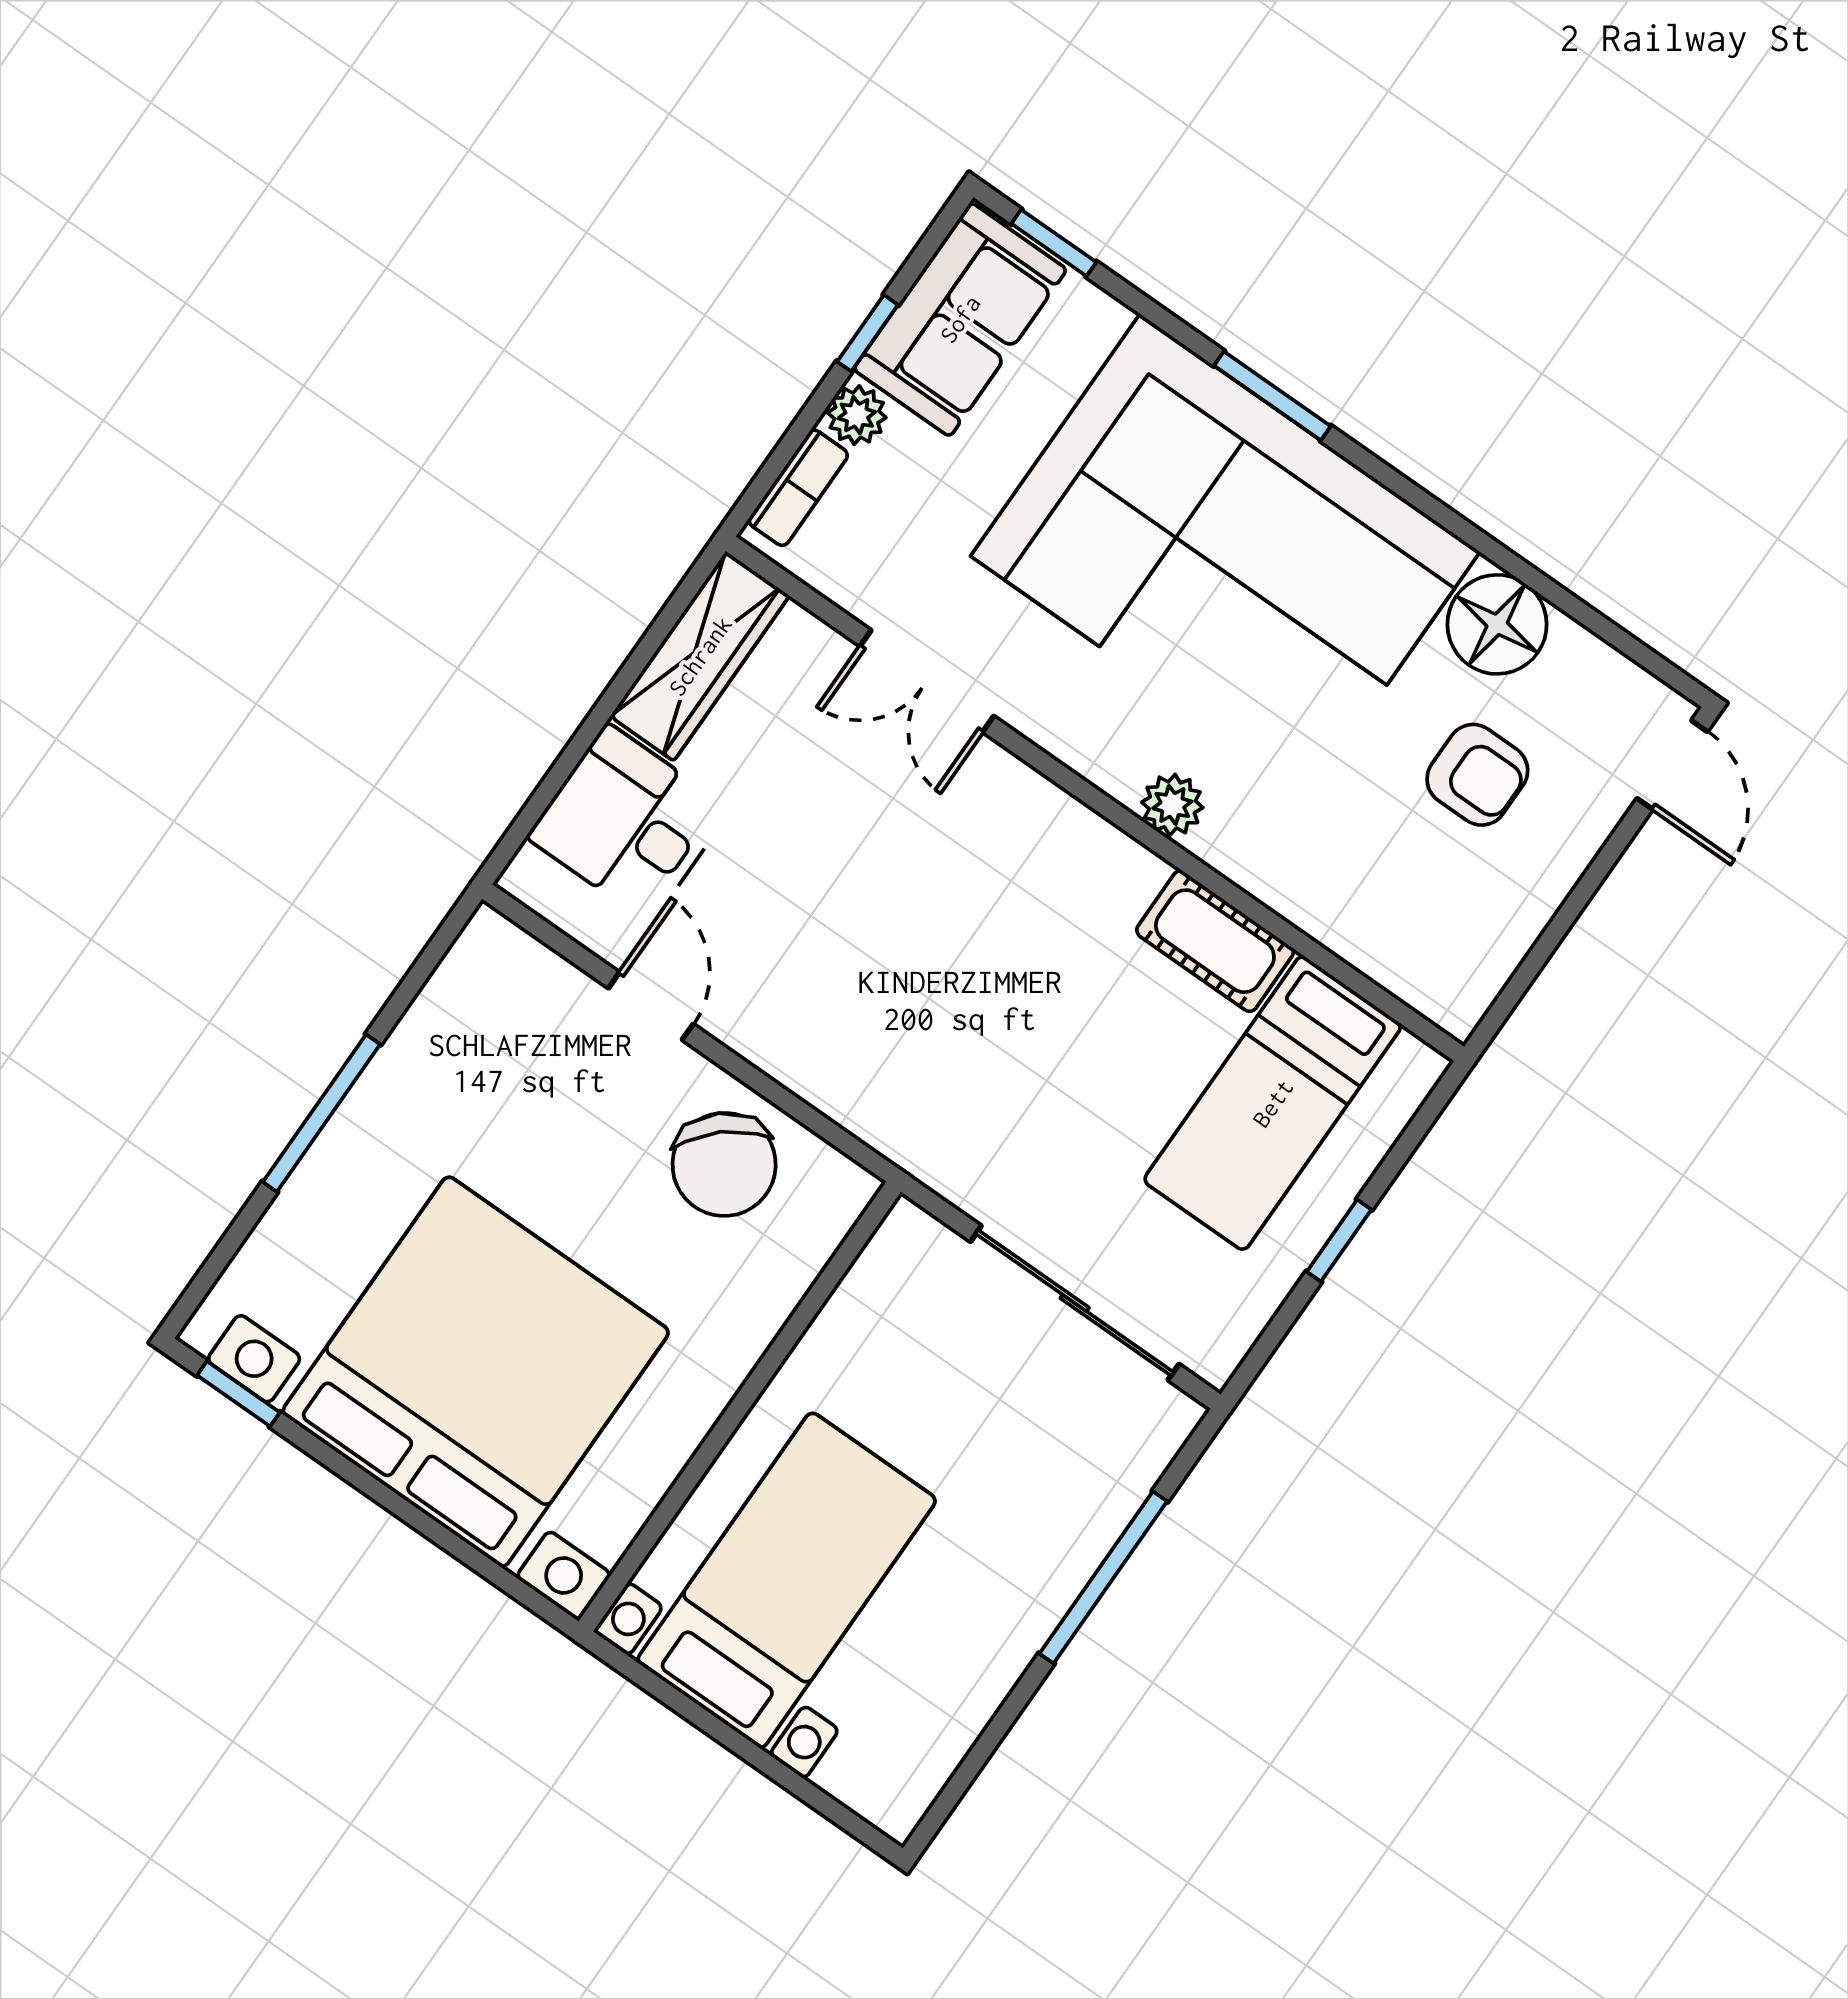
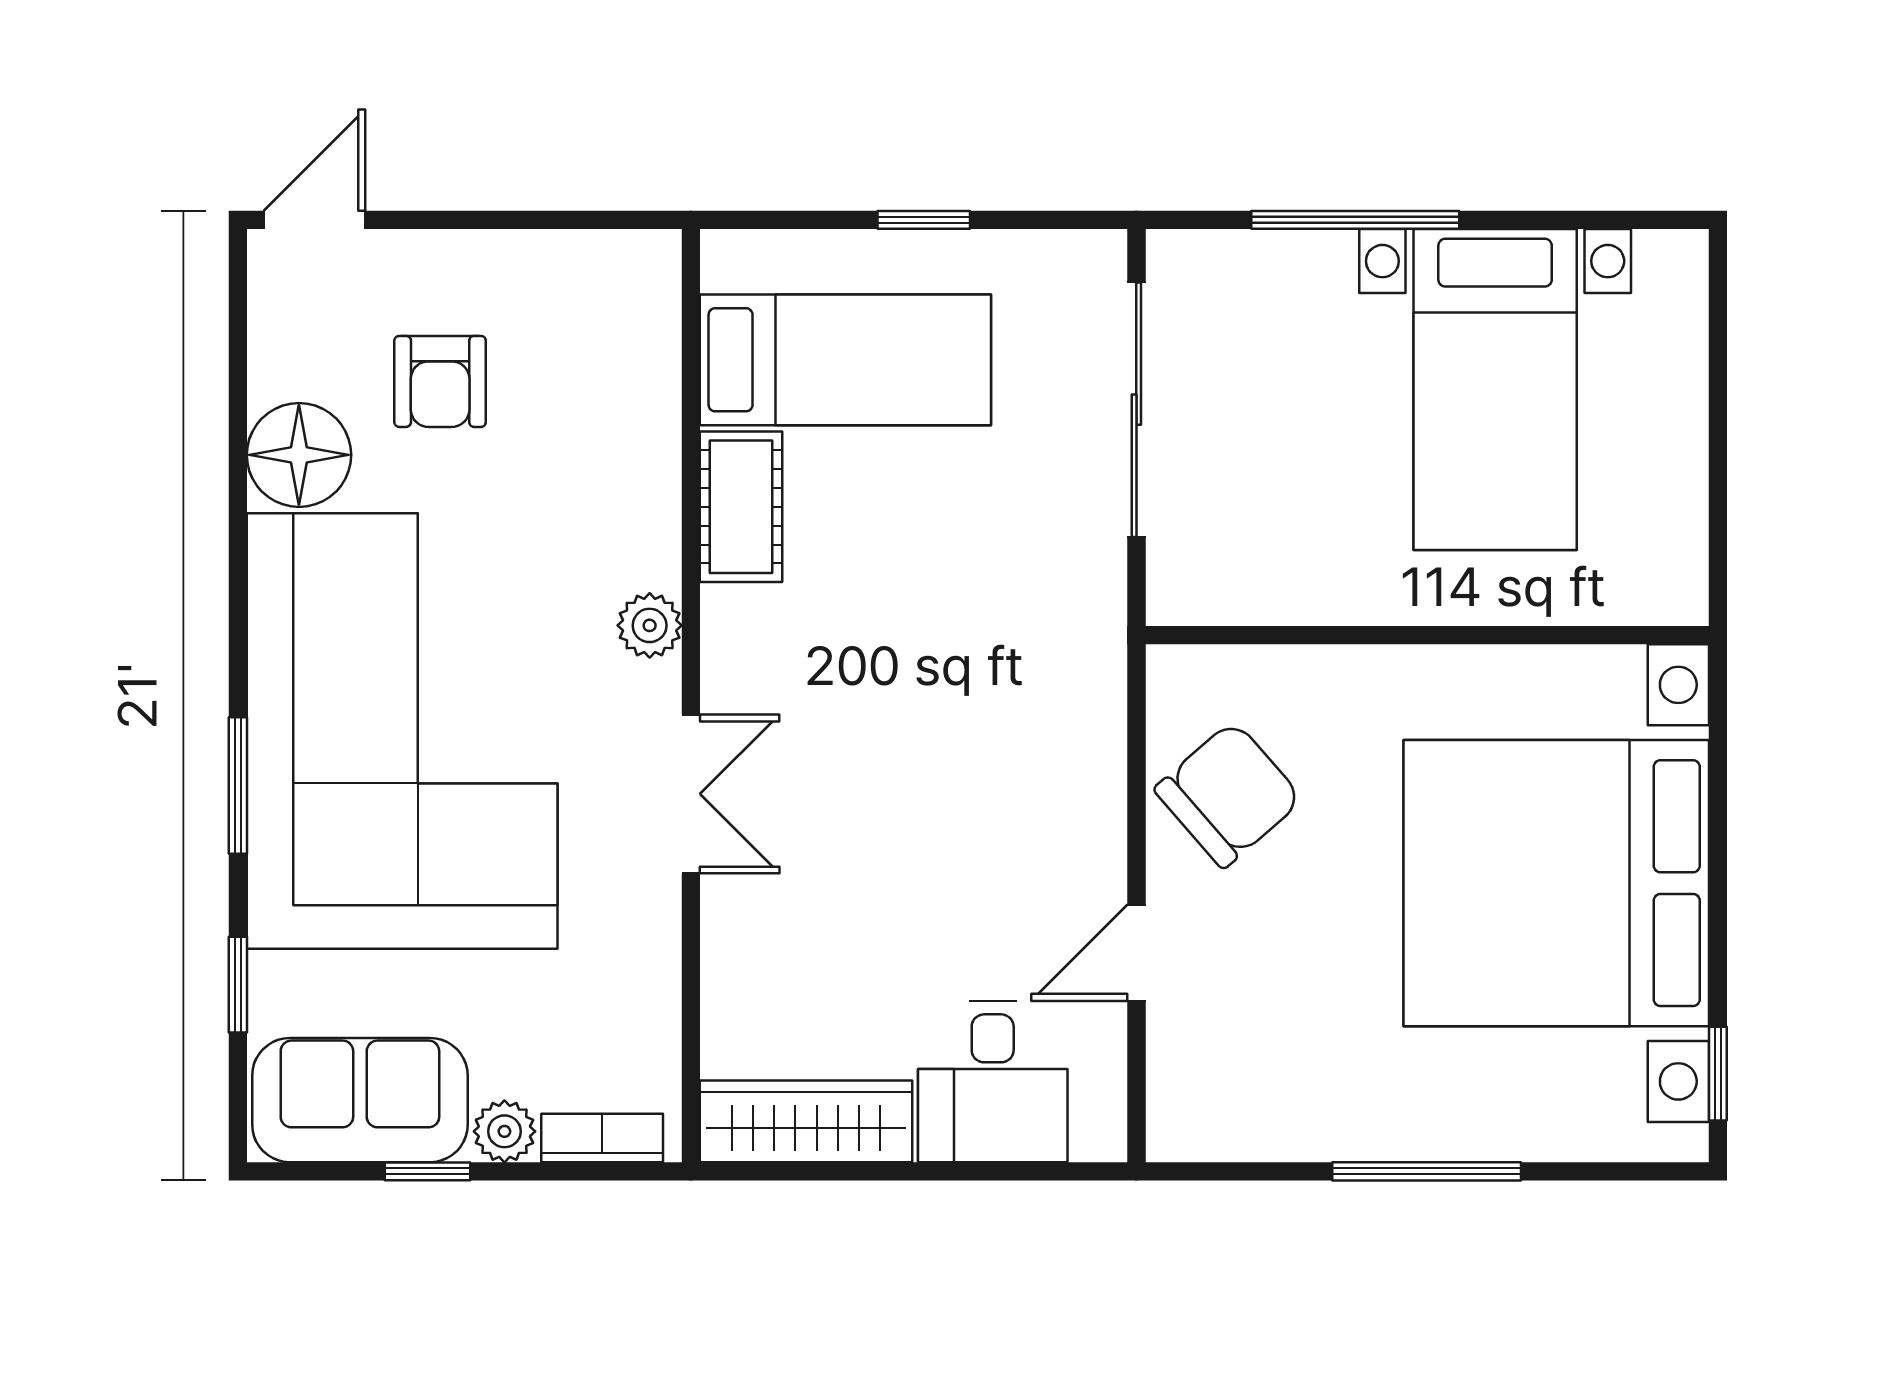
window: (1054, 243) -> (238, 985), moved
double door: (927, 681) -> (691, 794), moved
armchair: (1477, 775) -> (440, 381), turned 180
bed with nightstands: (787, 1580) -> (1495, 390), moved, turned -90

